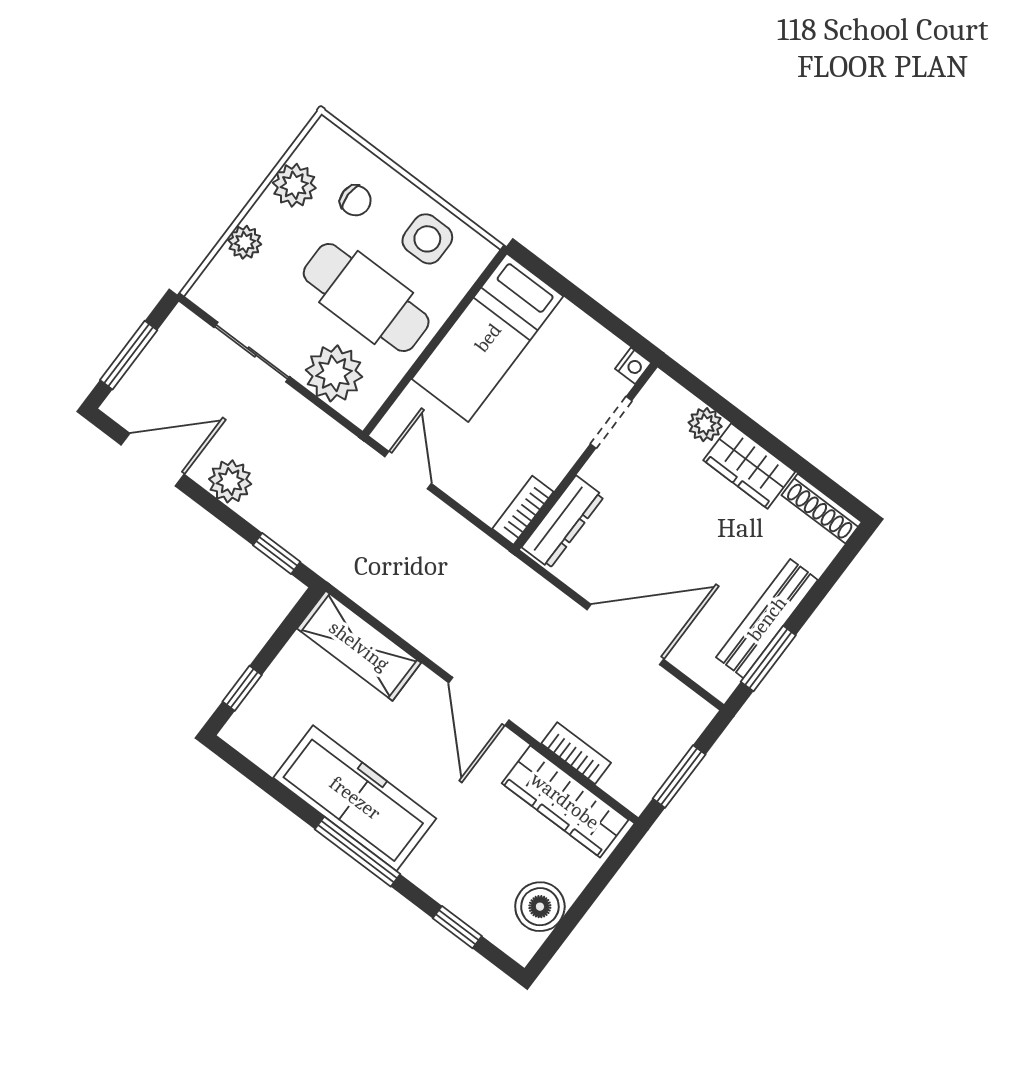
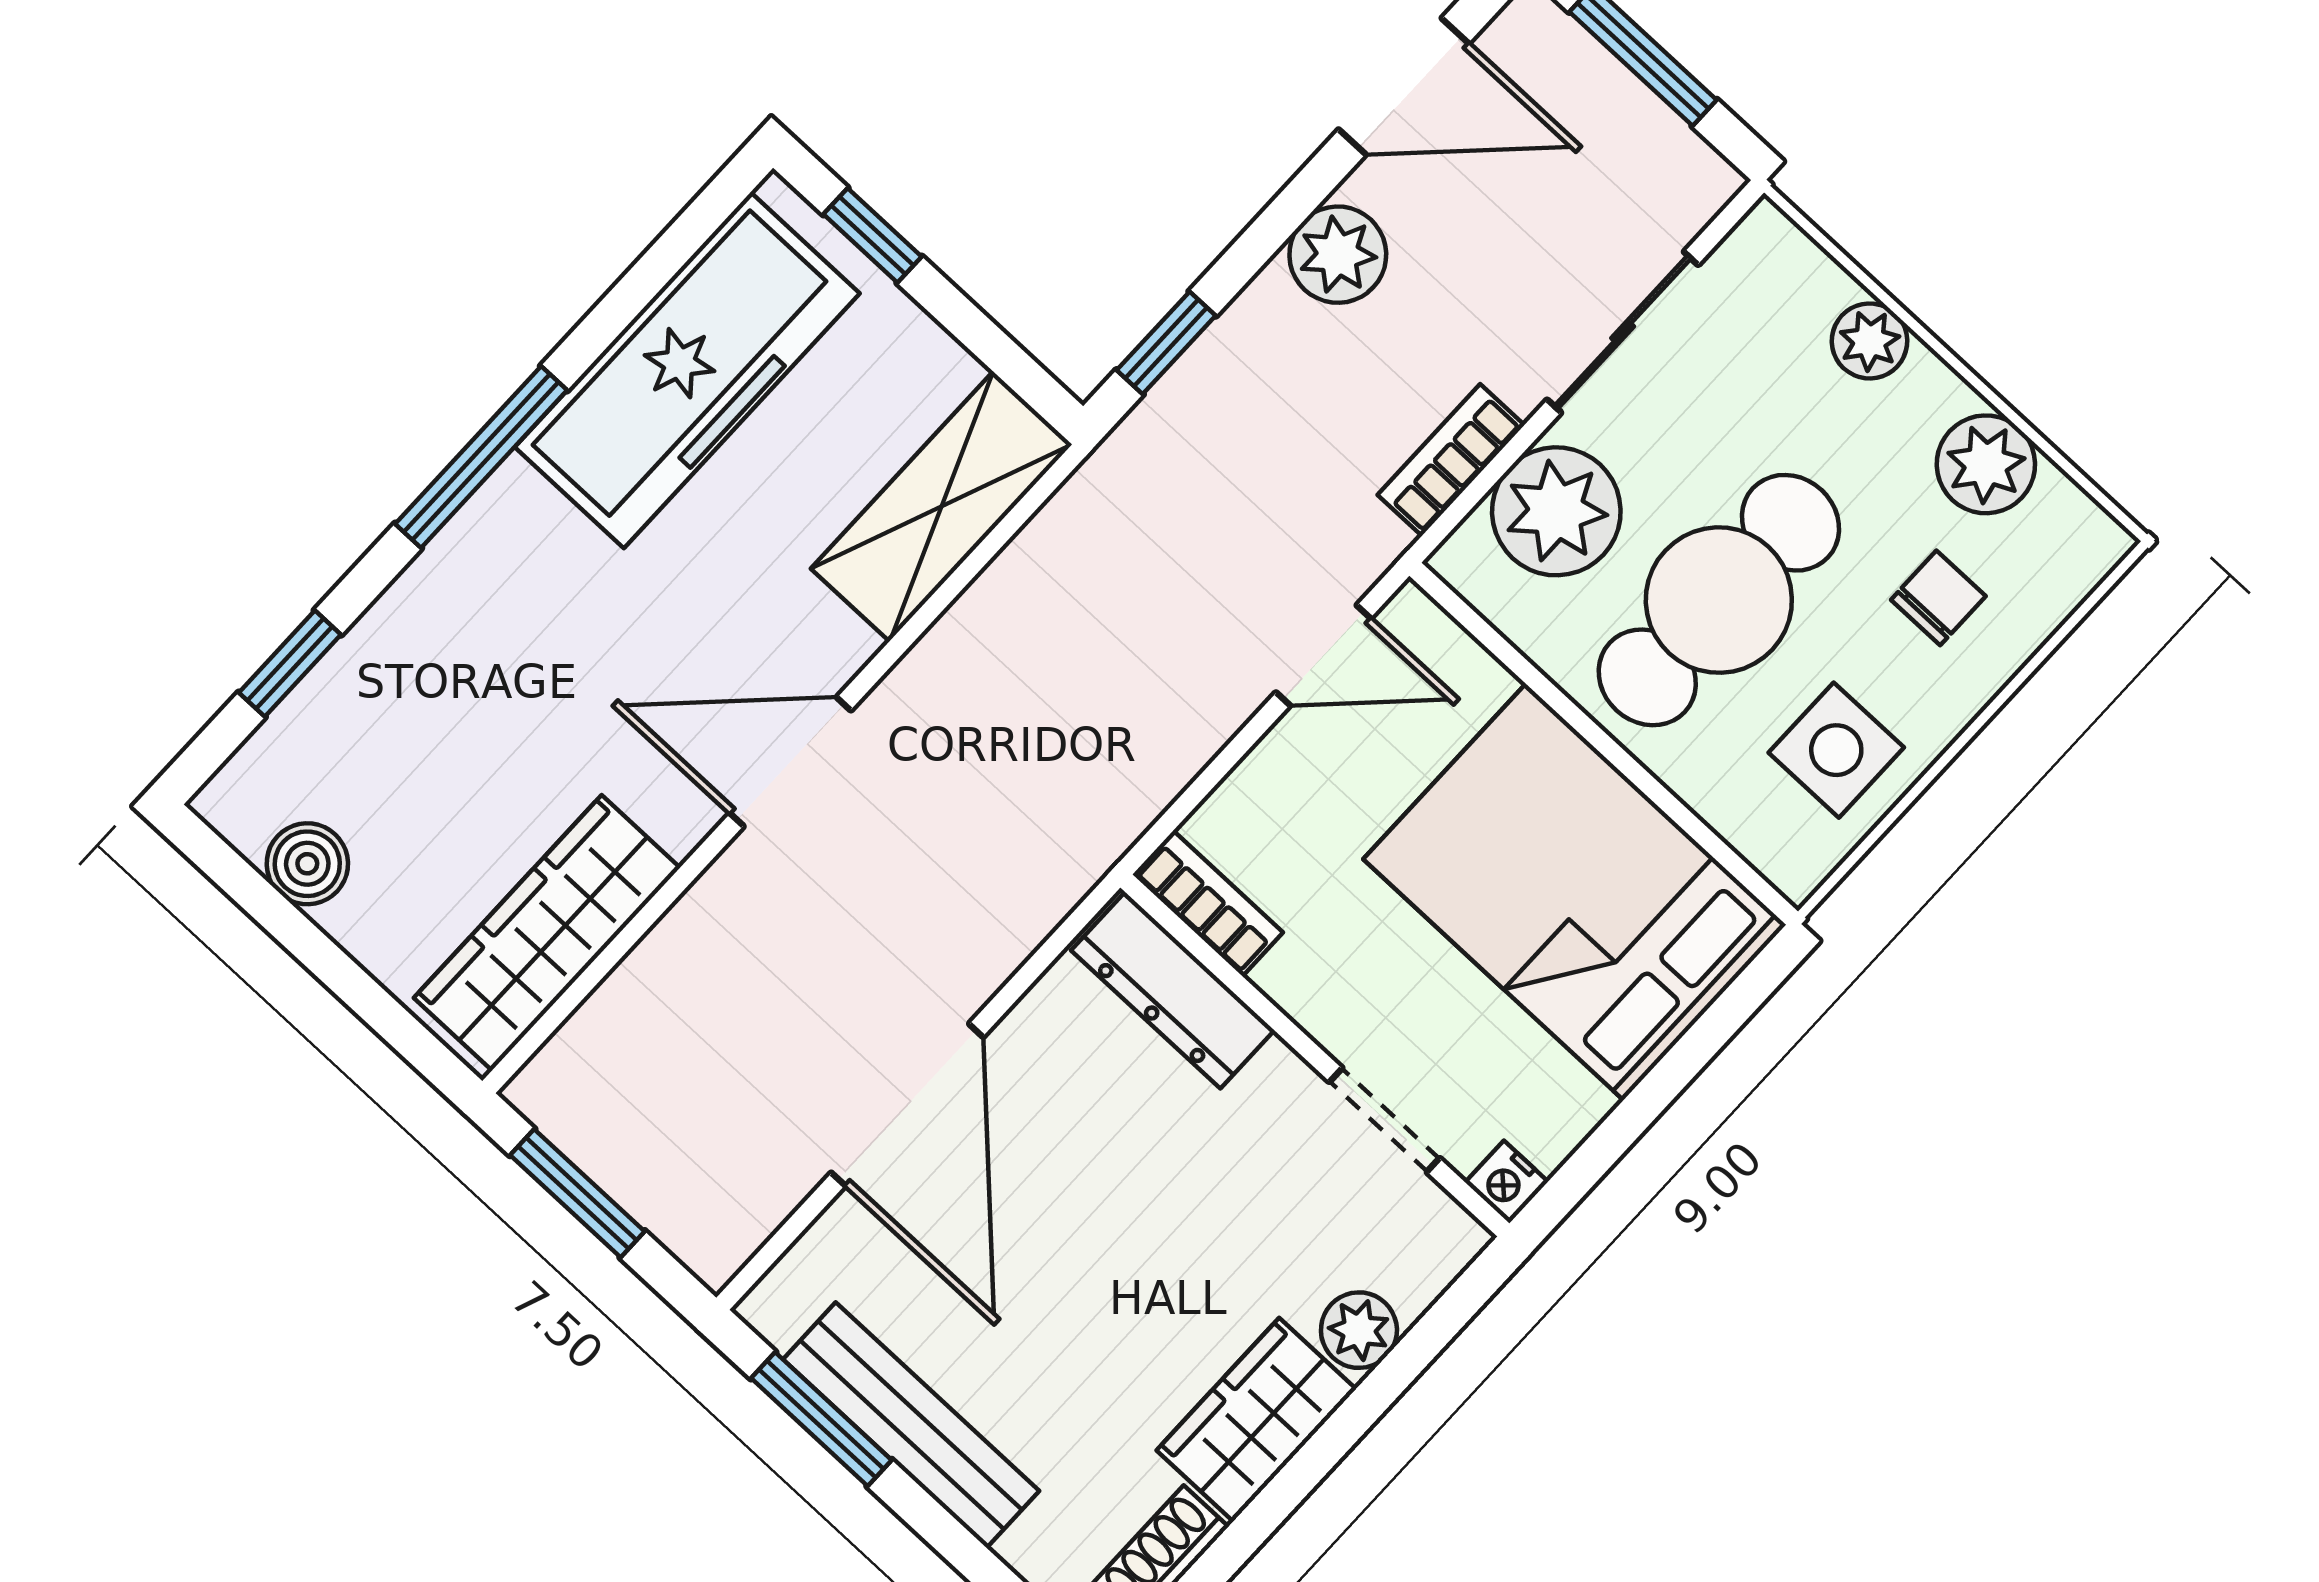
chair: (355, 200) -> (1938, 598), turned 180
bed: (488, 338) -> (1575, 892), width x1.50
door: (153, 460) -> (1404, 86), hinge flipped
bookcase: (576, 753) -> (1451, 460), moved, turned 180
freezer: (355, 798) -> (687, 370), moved
boiler: (540, 907) -> (307, 864), width x0.73, depth x0.73

